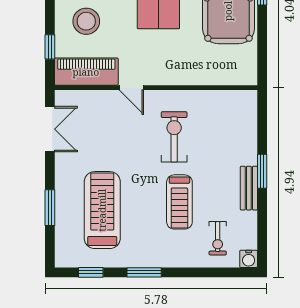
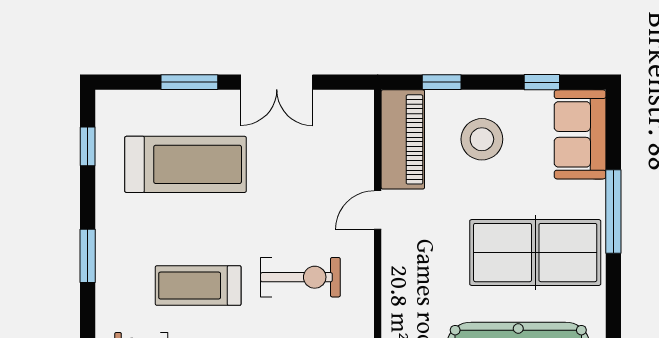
double door: (50, 129) -> (277, 82), moved
window: (144, 272) -> (88, 256), moved

